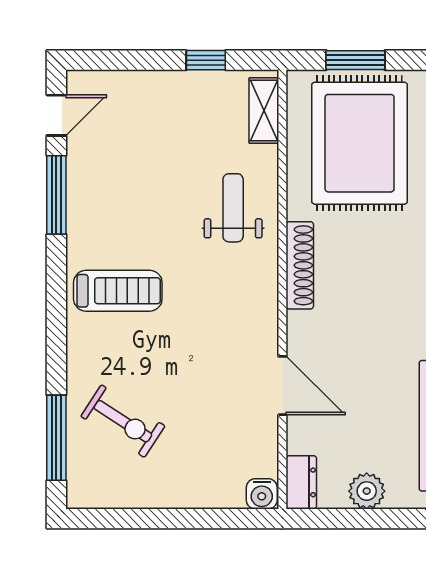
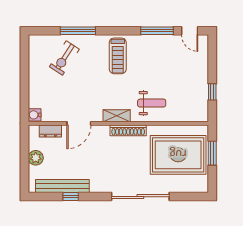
shelving: (264, 110) -> (117, 116), moved
window: (56, 438) -> (78, 31), moved
dresser: (301, 482) -> (50, 131), moved

